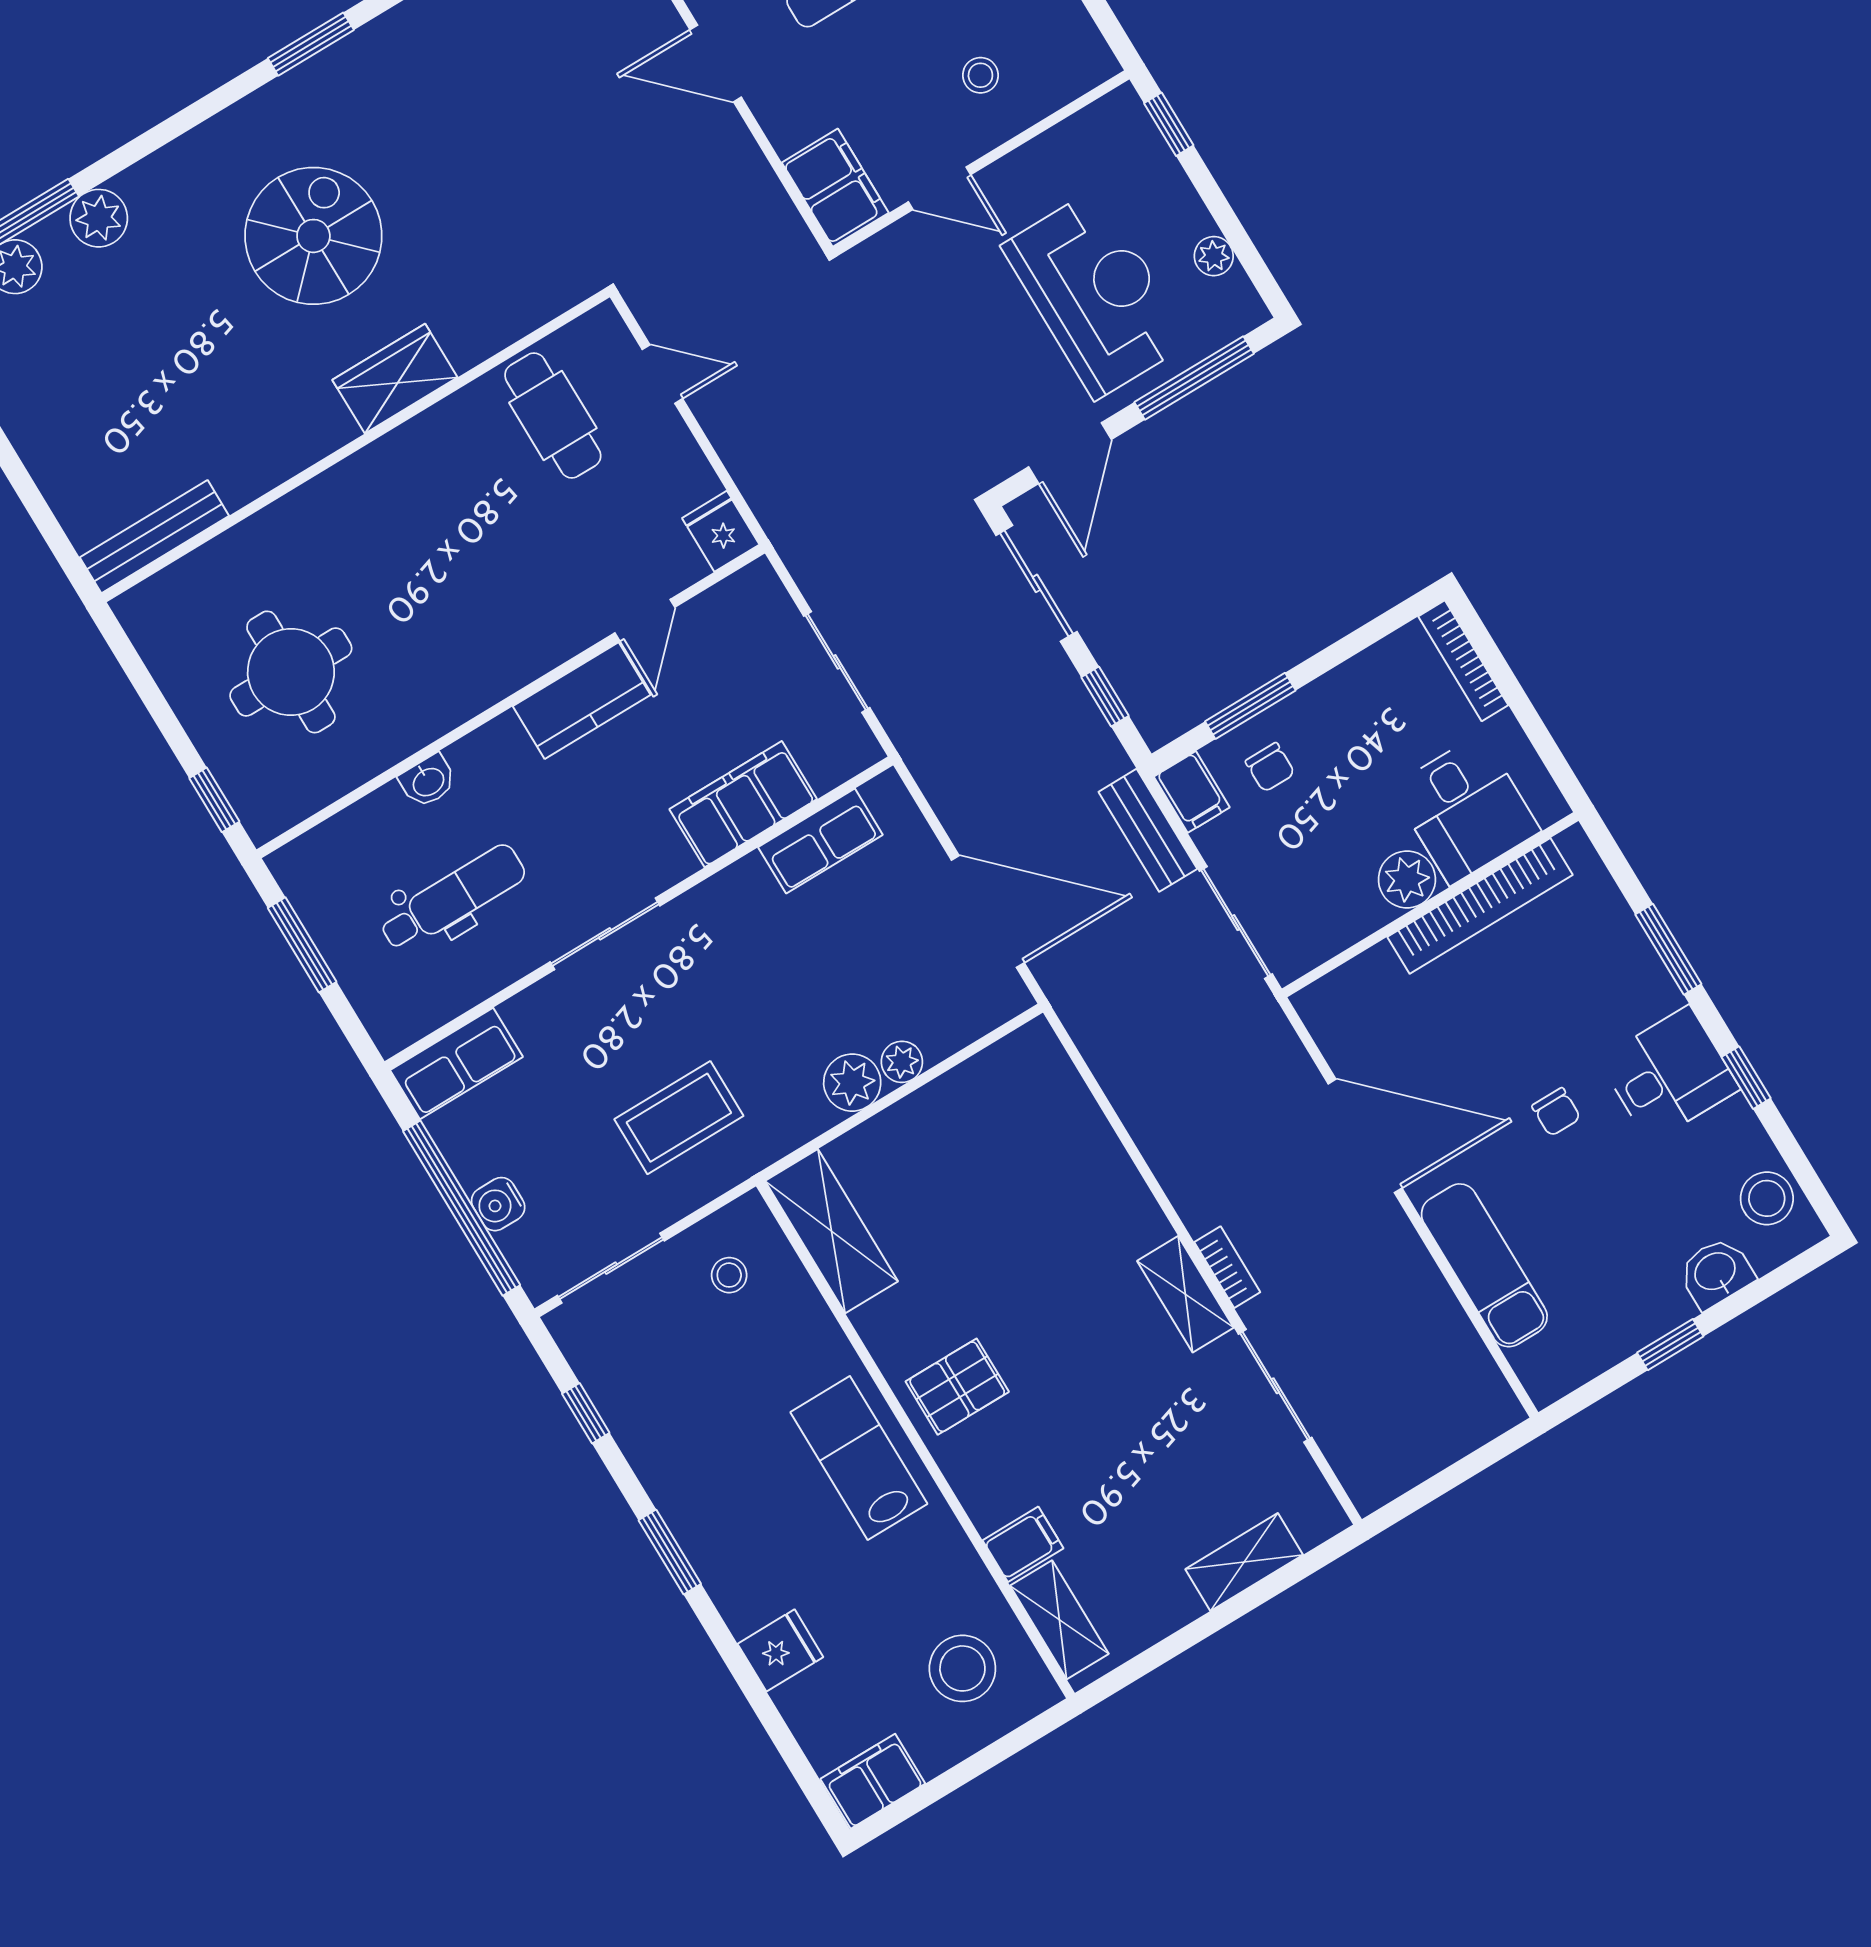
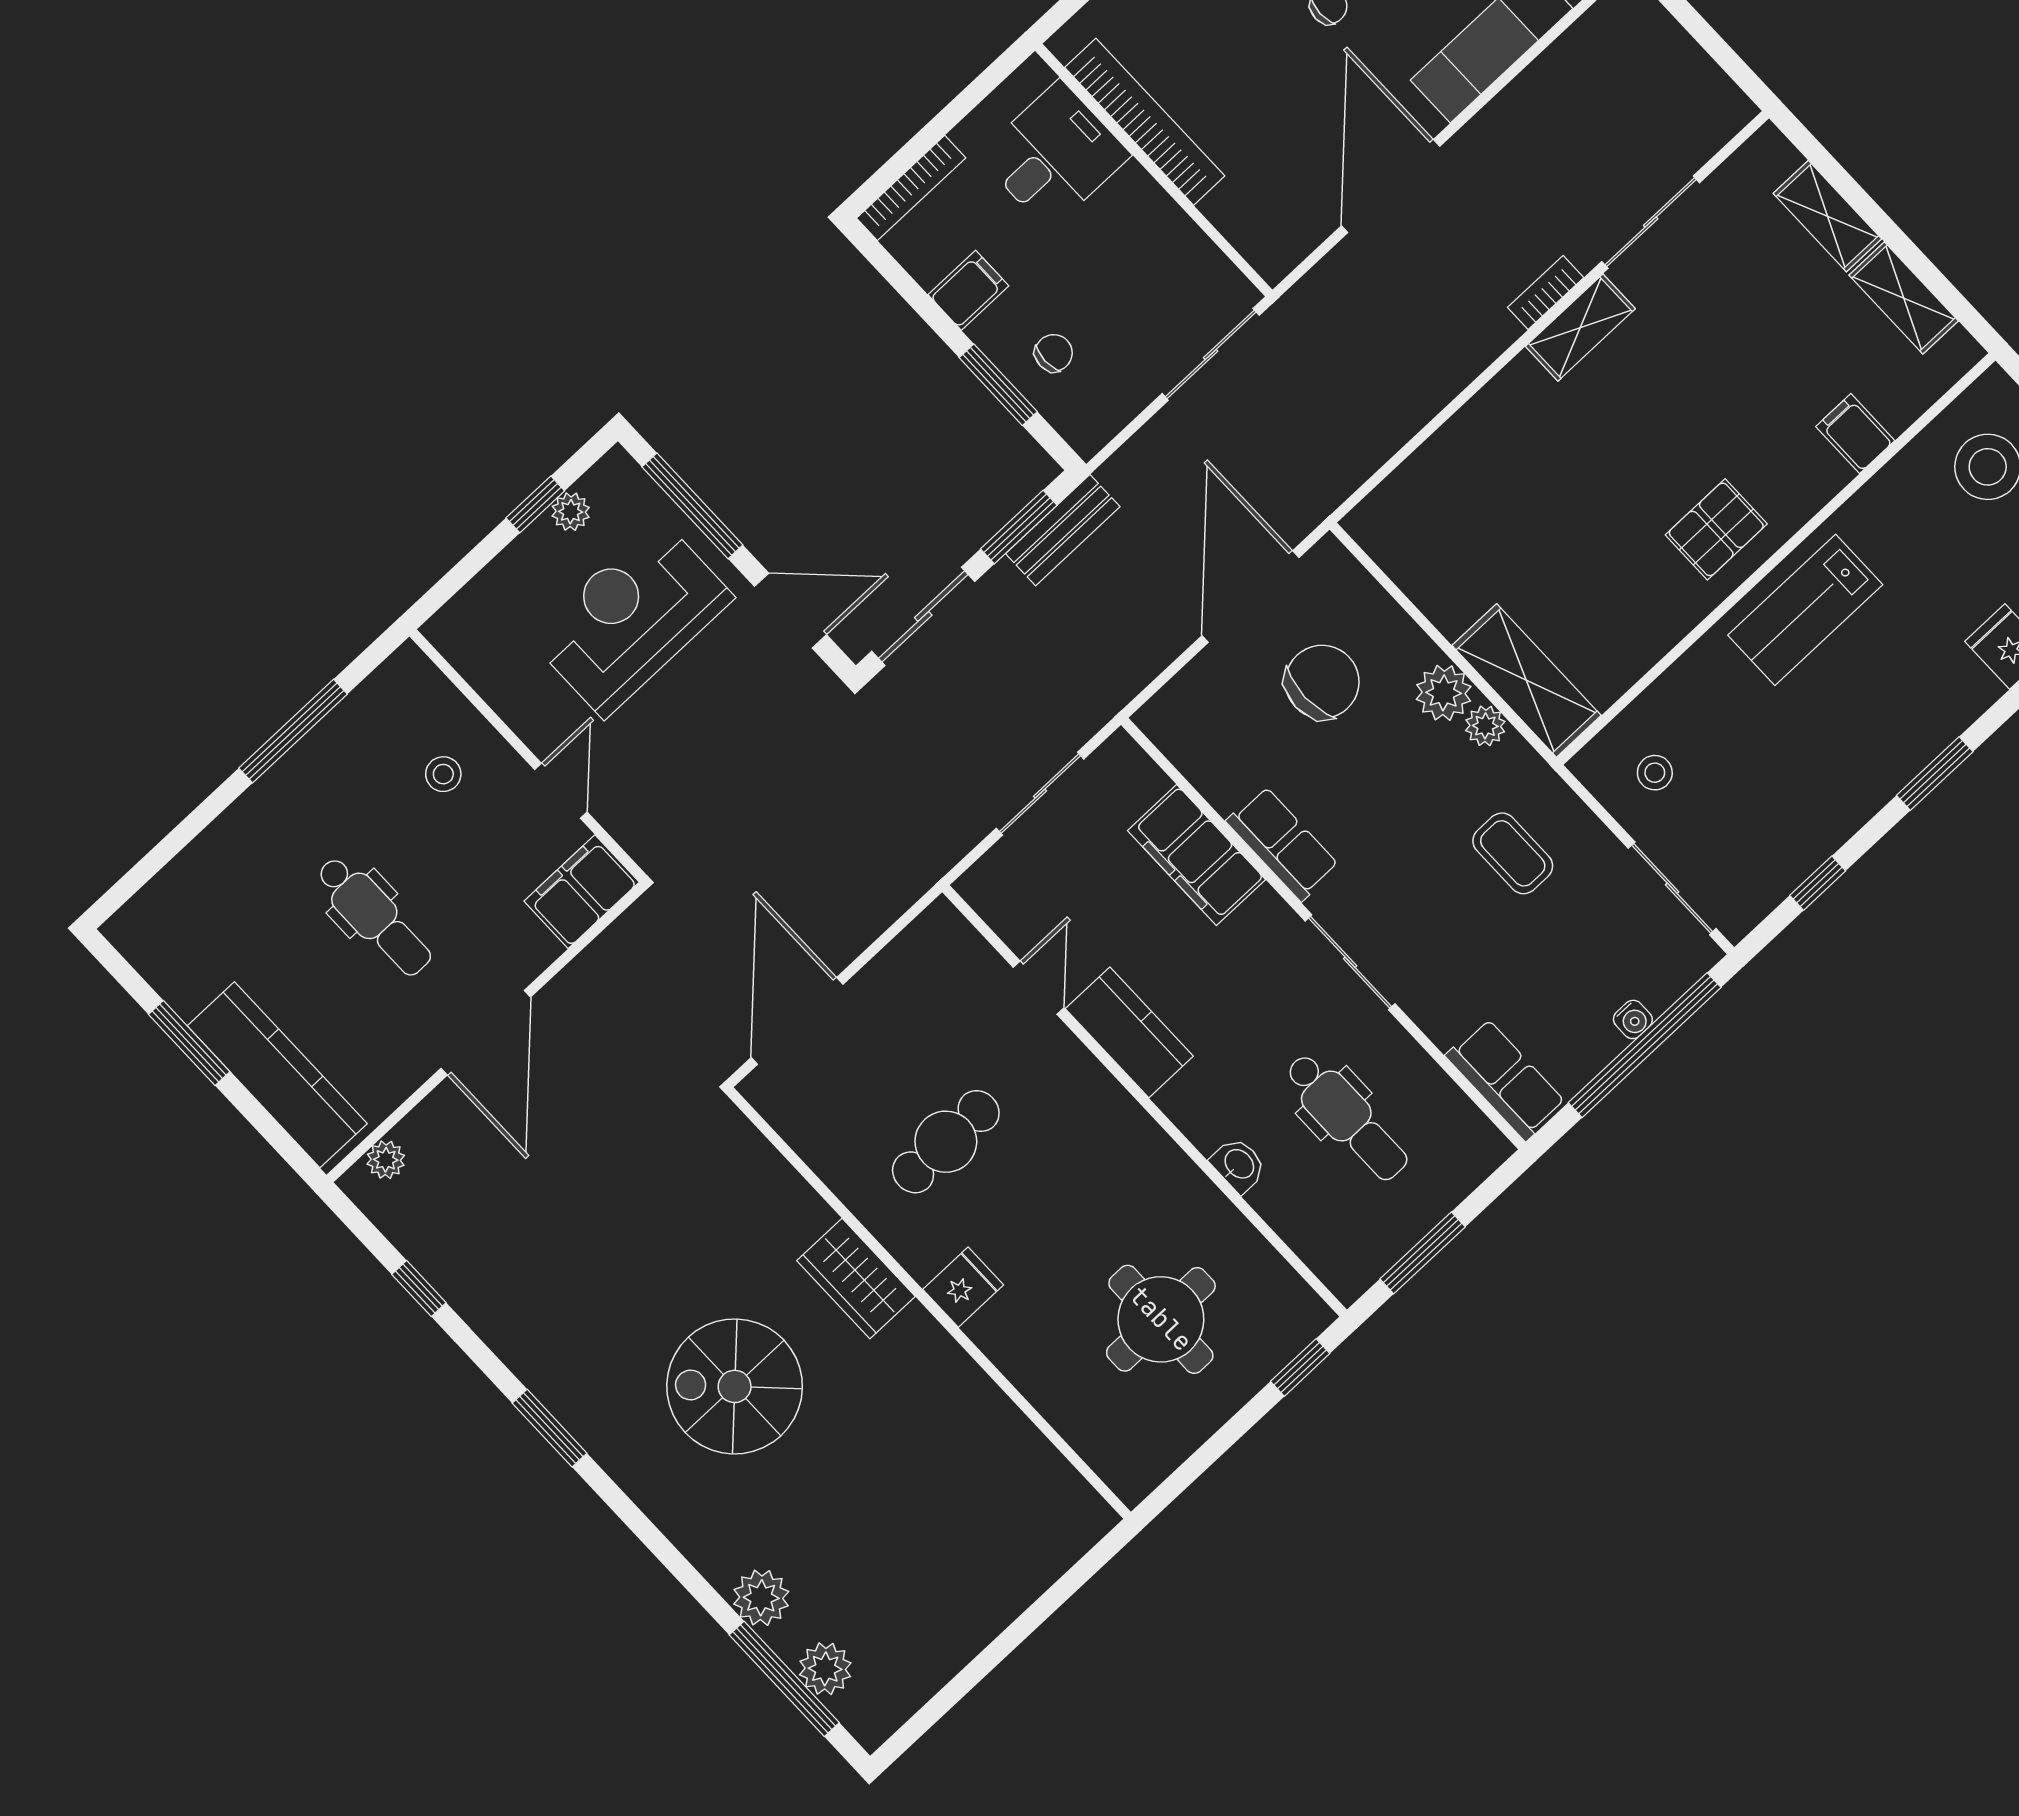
door: (716, 63) -> (486, 1033), width x1.36
window: (1169, 124) -> (535, 504), moved
door: (662, 374) -> (797, 1021), width x1.87
cafe table: (553, 415) -> (946, 1142), moved
fridge: (721, 531) -> (963, 1287), moved, turned 180
bench: (154, 537) -> (1058, 1479), removed
door: (645, 620) -> (1039, 988), hinge flipped
window: (1105, 697) -> (1019, 527), width x1.50
filing cabinet: (1192, 792) -> (968, 290), moved
bench: (1148, 830) -> (1063, 530), moved
row of seats: (820, 841) -> (1283, 844), moved
plant: (1407, 879) -> (1134, 198), removed
dental chair: (453, 898) -> (1347, 1117), turned 180
chair: (888, 965) -> (1322, 682), added
plant: (902, 1062) -> (1485, 726), moved
coffee table: (679, 1118) -> (1513, 853), width x0.73, depth x0.77
water cooler: (498, 1204) -> (1633, 1019), width x0.72, depth x0.72
shelving: (832, 1231) -> (1527, 680), moved, turned 90
pallet: (957, 1387) -> (1716, 529), turned 90
shelving: (1059, 1620) -> (1904, 298), moved, turned 90

